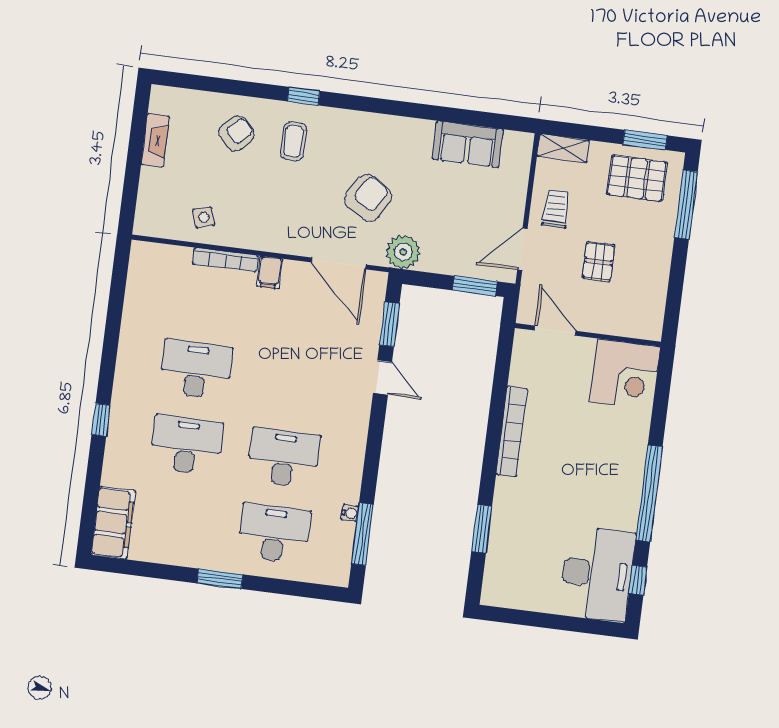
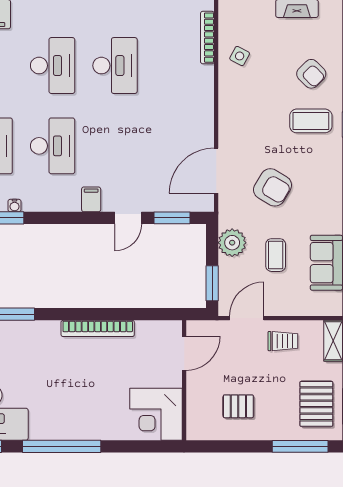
coffee table: (293, 141) -> (311, 121), width x1.36, depth x1.30
coffee table: (450, 205) -> (276, 255), added
side table: (204, 217) -> (240, 56), turned 45
door: (522, 249) -> (247, 318), hinge flipped
plant: (403, 252) -> (232, 243), moved
bookcase: (225, 260) -> (207, 38), moved
pallet: (598, 261) -> (238, 406), moved
filing cabinet: (270, 273) -> (91, 199), moved, turned 90

